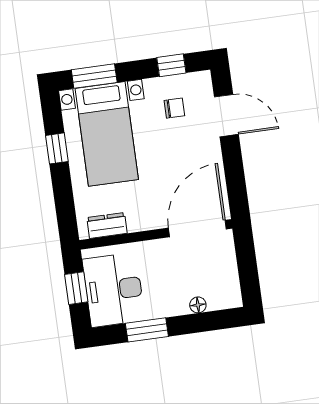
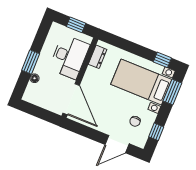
window: (57, 148) -> (162, 60), moved
desk: (114, 290) -> (69, 57), moved, turned 90
window: (147, 330) -> (31, 62), moved

